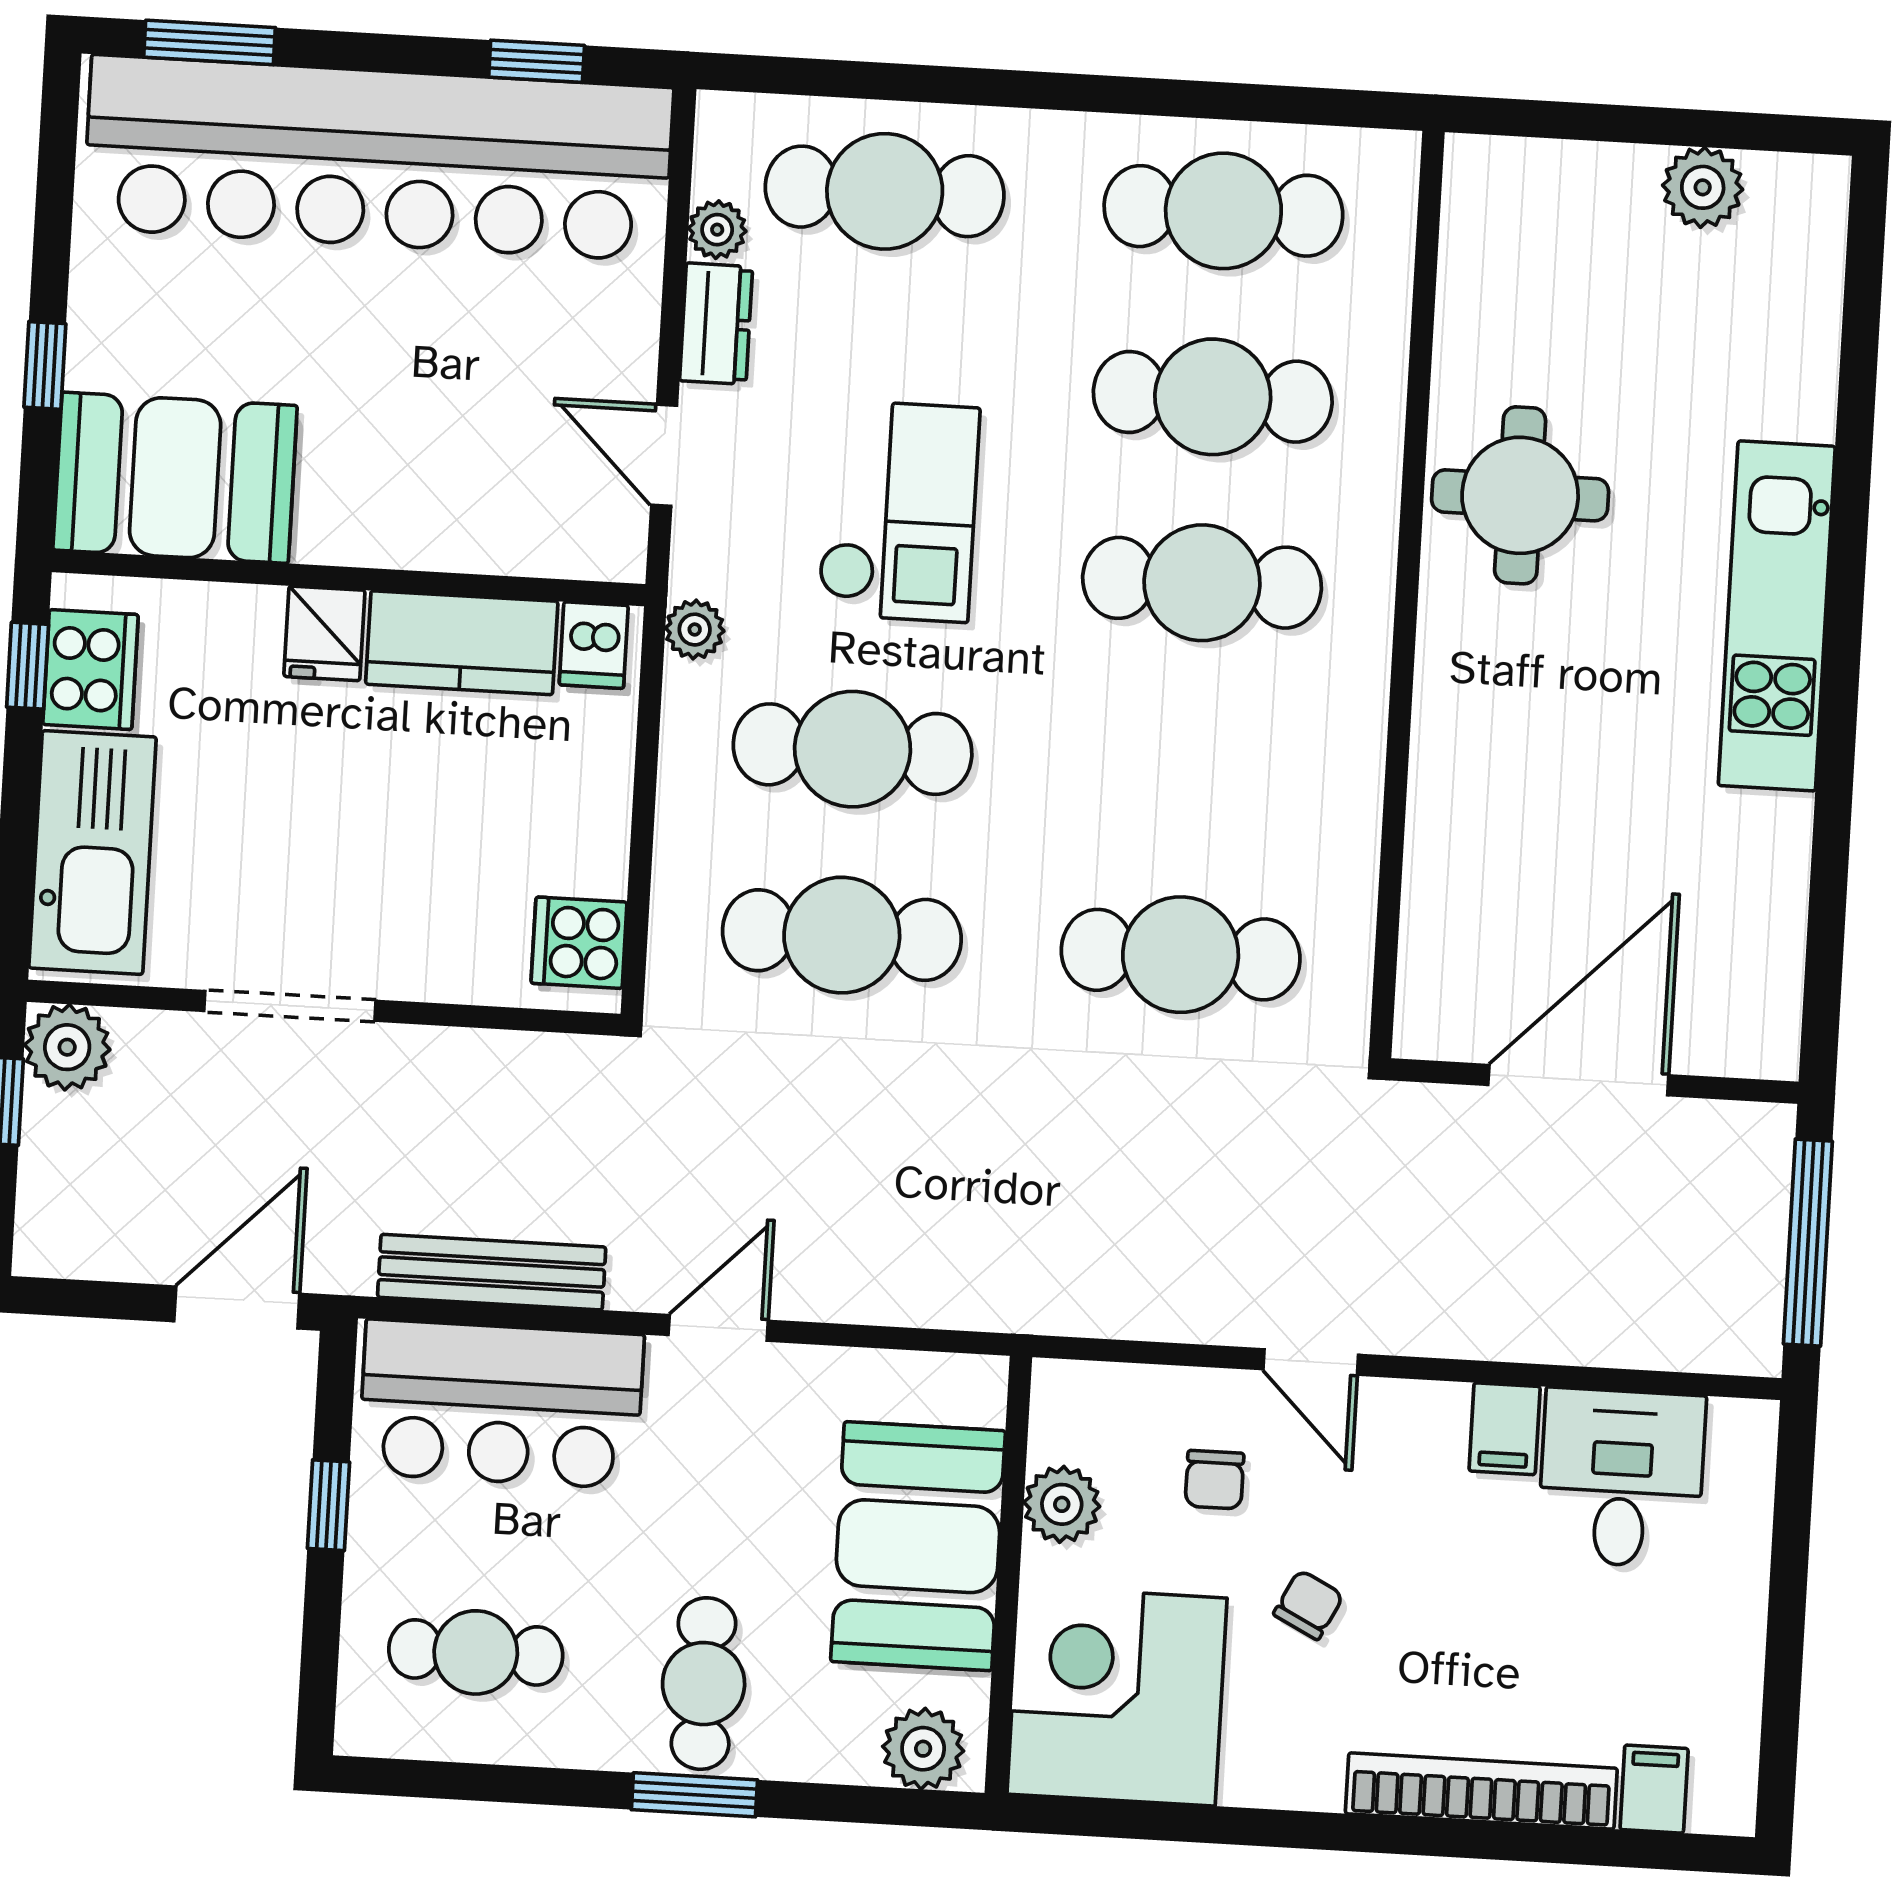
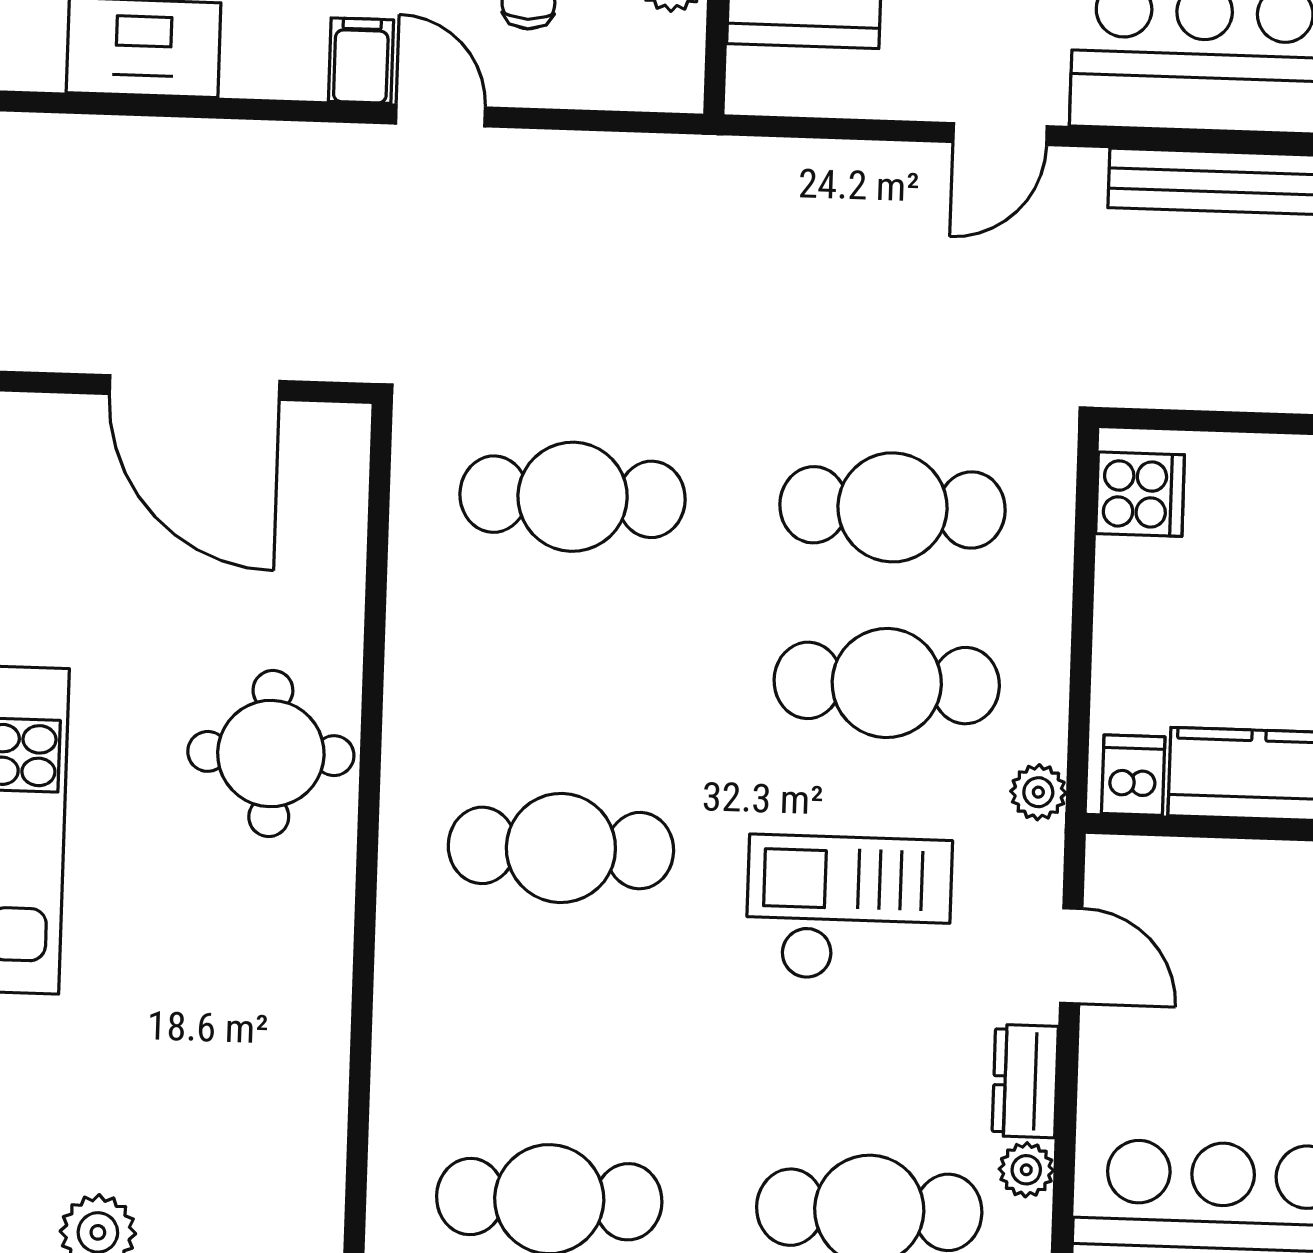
cafe table: (1213, 397) -> (555, 1024), removed
round table: (1520, 495) -> (271, 754), moved
checkout: (899, 511) -> (849, 909), turned 90
door: (1578, 1080) -> (195, 388), hinge flipped
filing cabinet: (1505, 1429) -> (361, 61), moved

